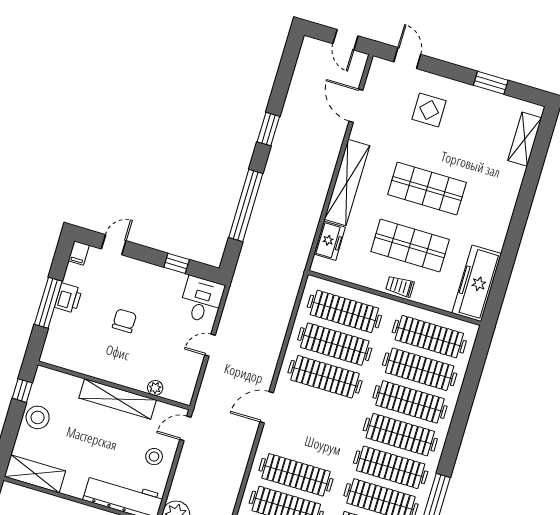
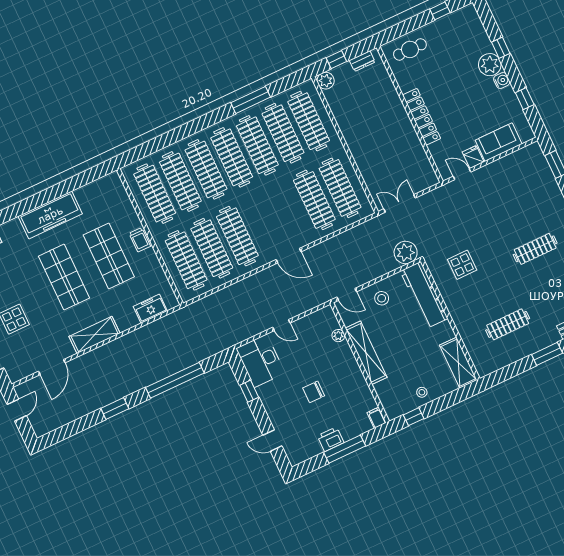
shelving: (347, 183) -> (95, 335), width x0.68
filing cabinet: (79, 253) -> (377, 418), moved, turned -90
freezer: (477, 283) -> (50, 215), moved
desk: (202, 300) -> (260, 361), width x1.37
stool: (38, 417) -> (422, 392), width x0.53, depth x0.53

